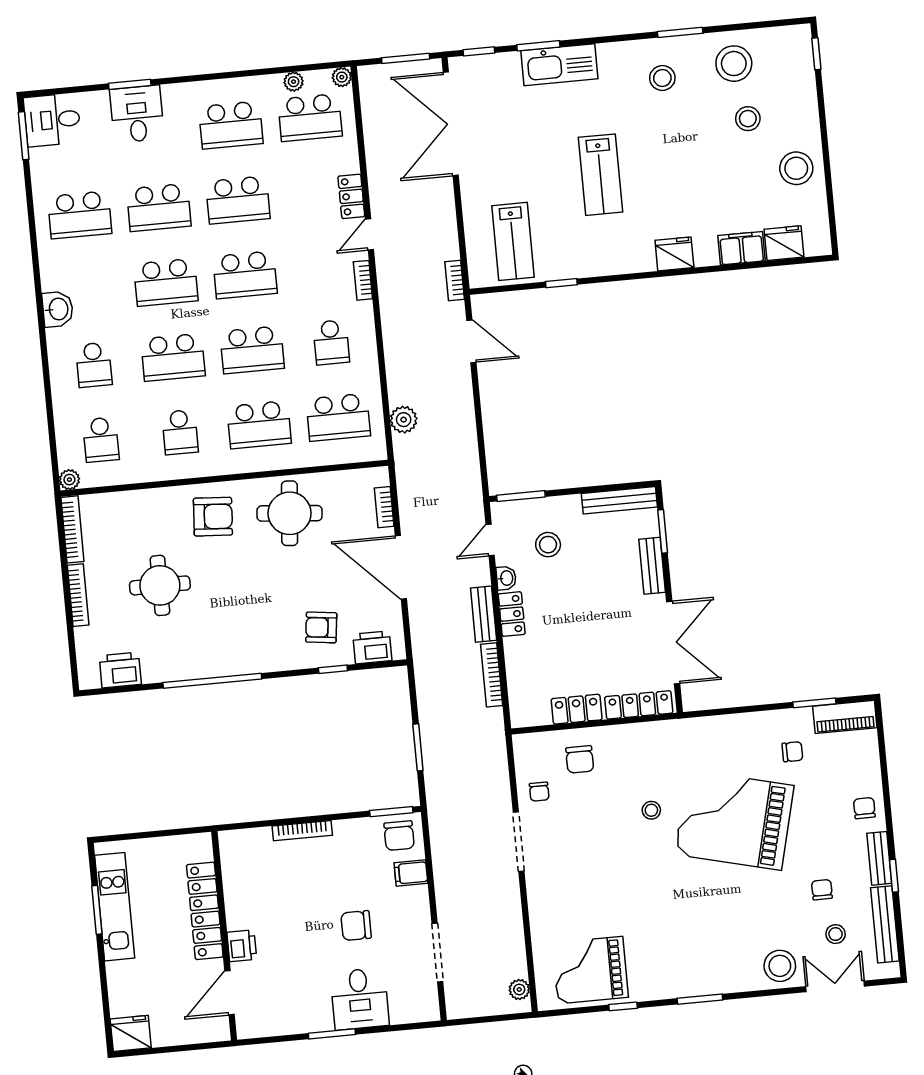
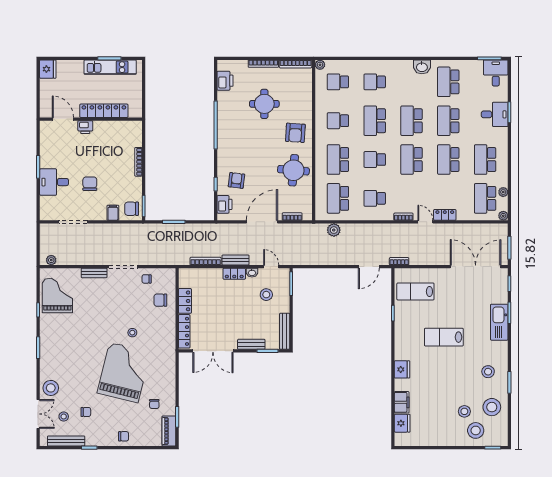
stool: (796, 168) -> (476, 430), moved
washbasin: (58, 309) -> (422, 67), moved
school desk: (252, 350) -> (375, 160), width x0.54
bench: (879, 858) -> (94, 273), moved

